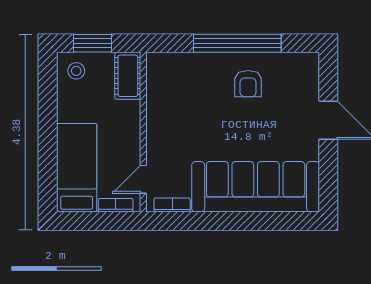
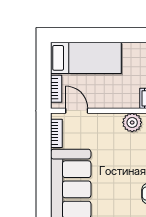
plant: (158, 109) -> (132, 122), added

